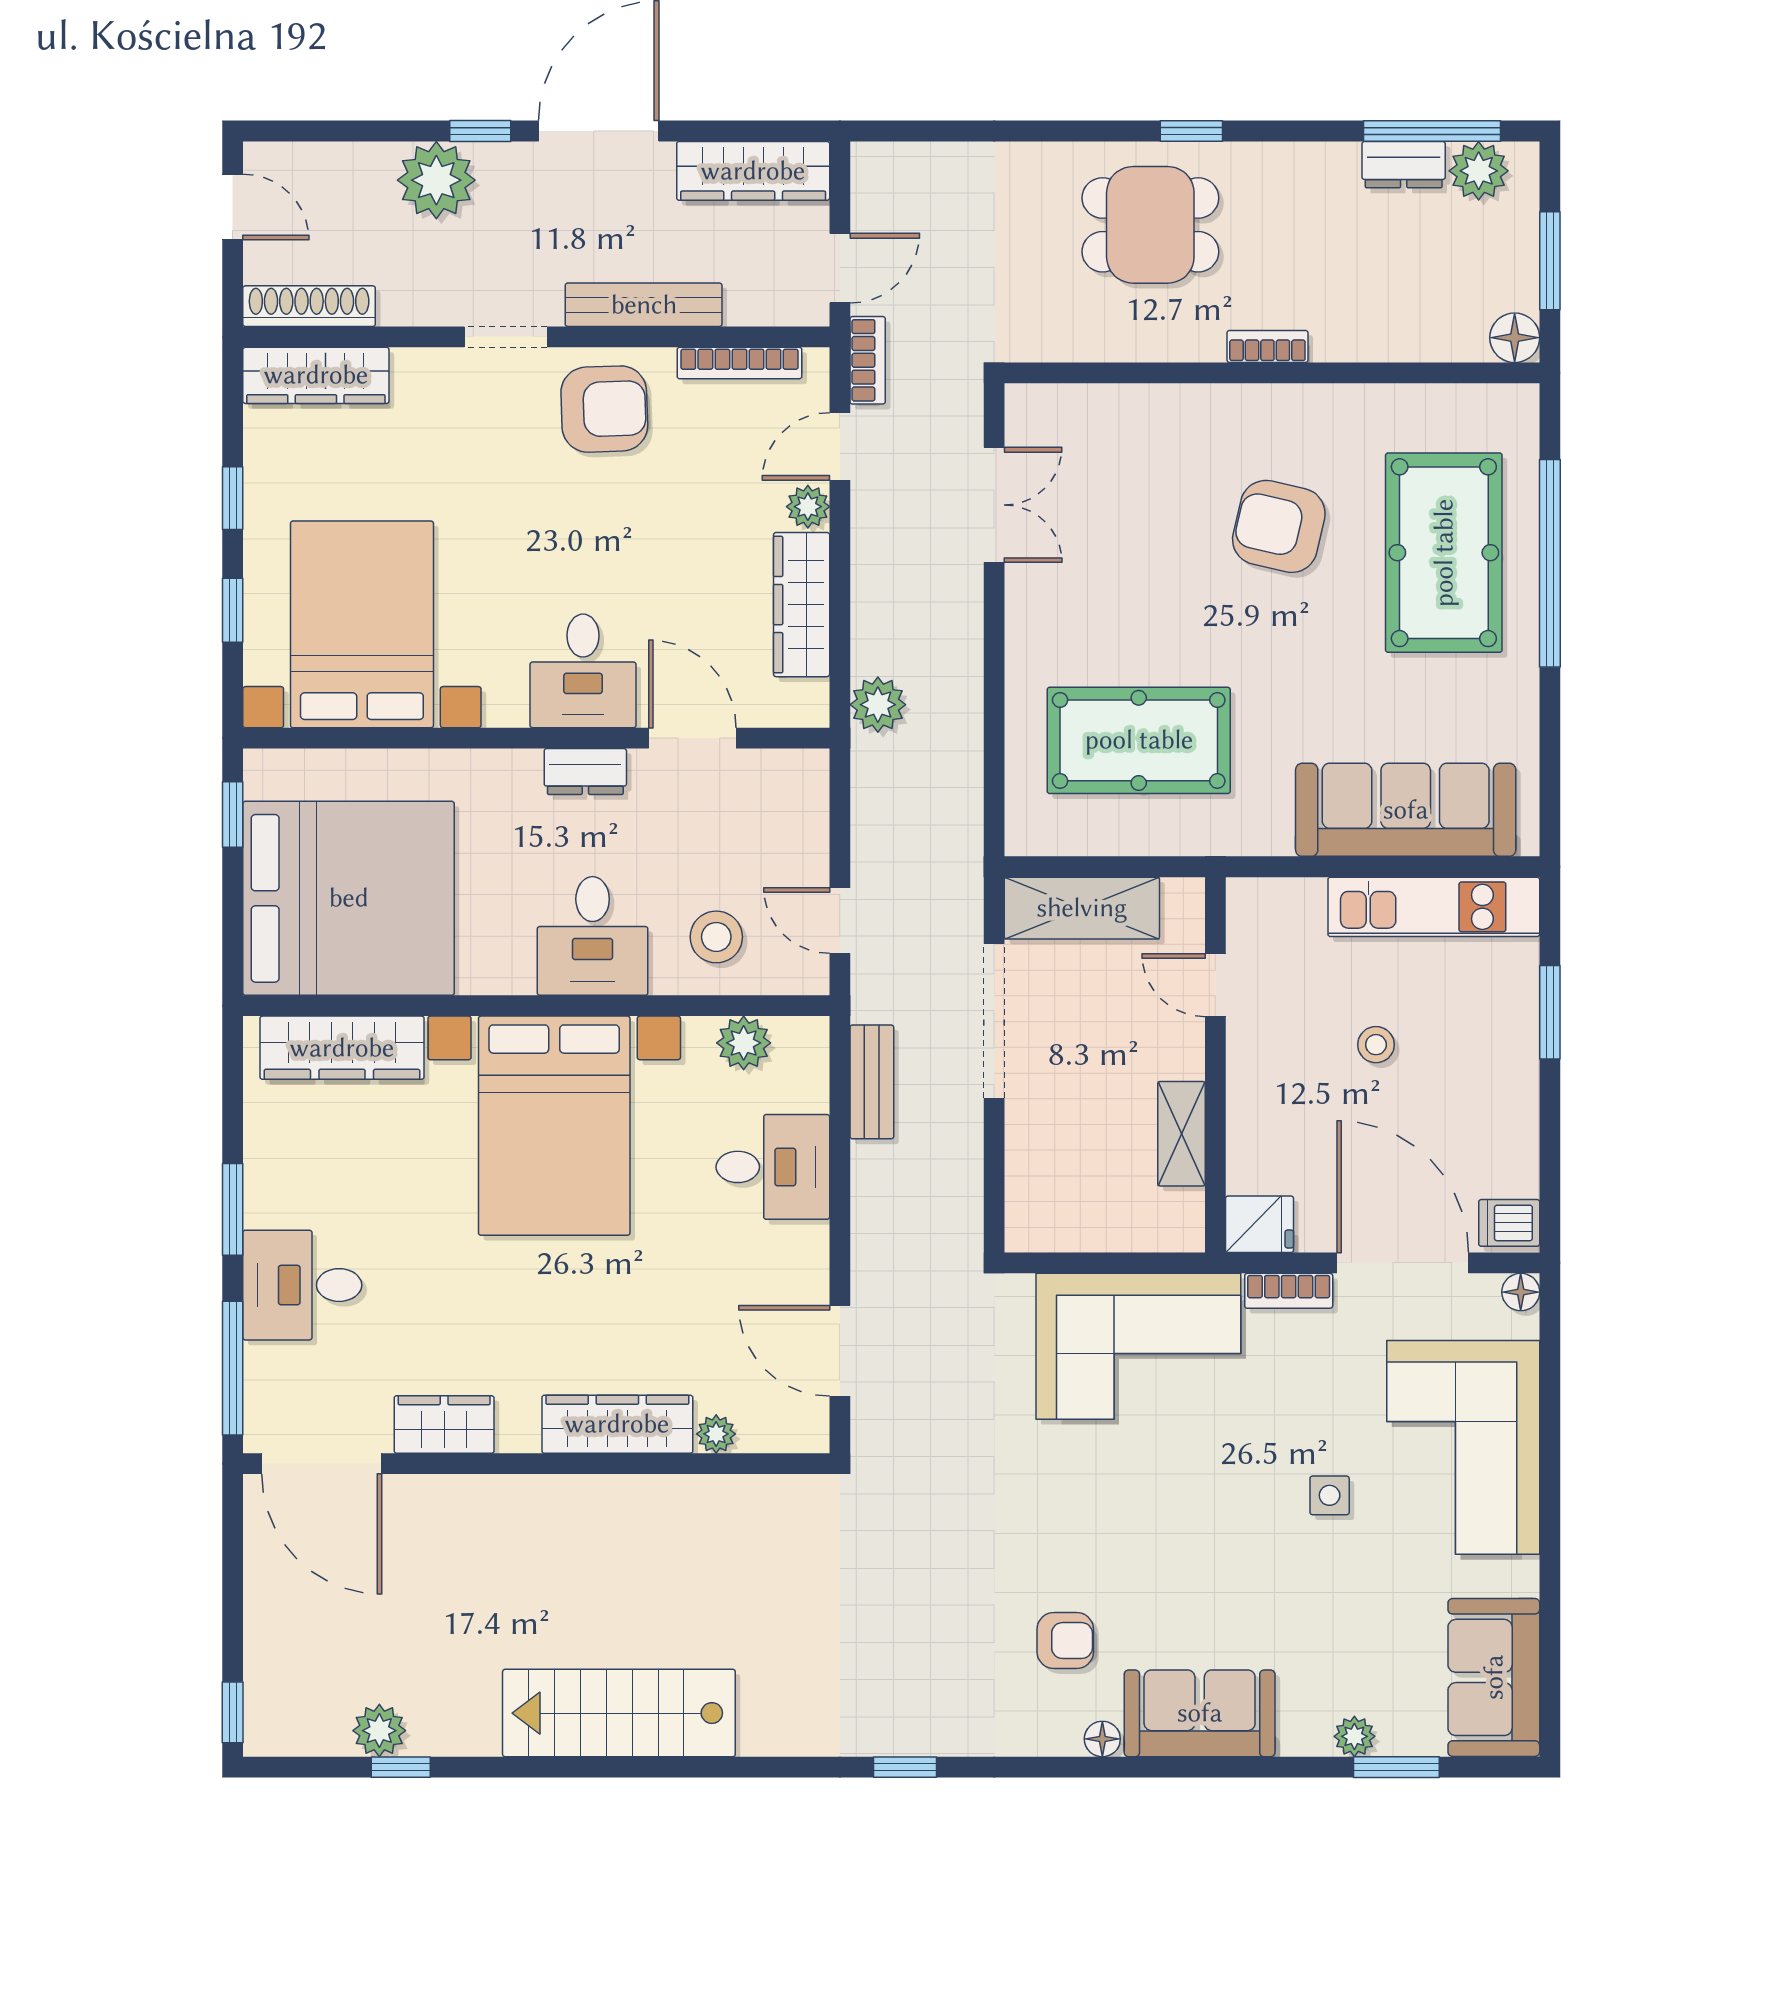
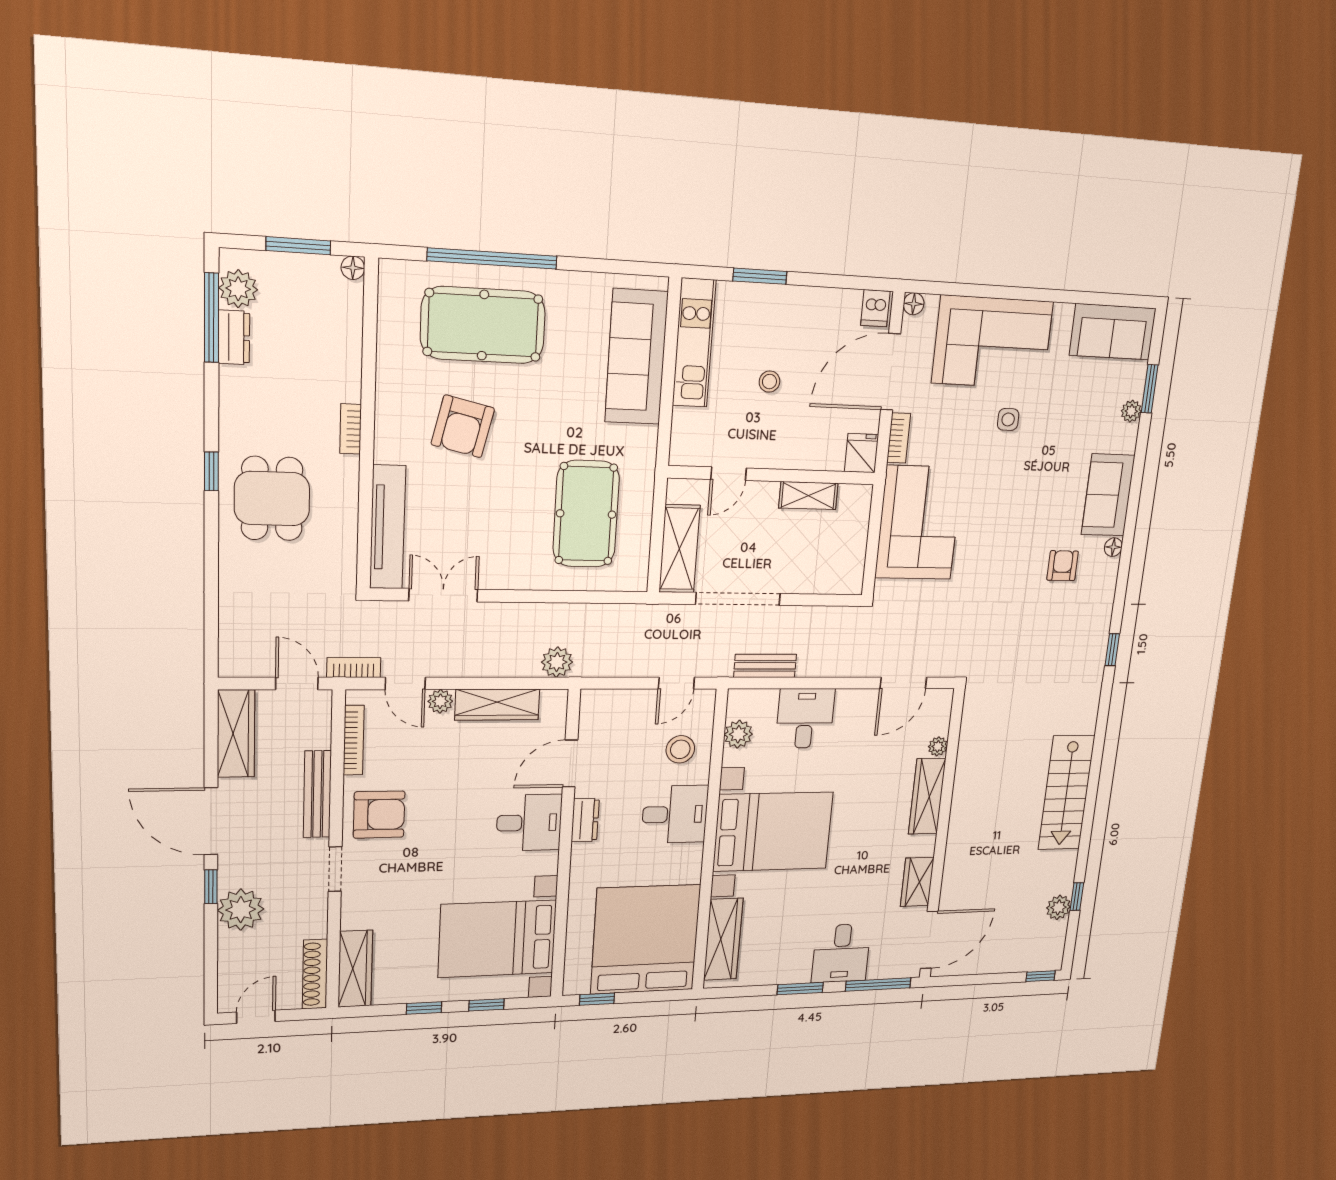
floor lamp: (1515, 338) -> (353, 268), width x0.73, depth x0.73
armchair: (604, 409) -> (379, 815), turned 92
tv unit: (1108, 410) -> (388, 527), added

